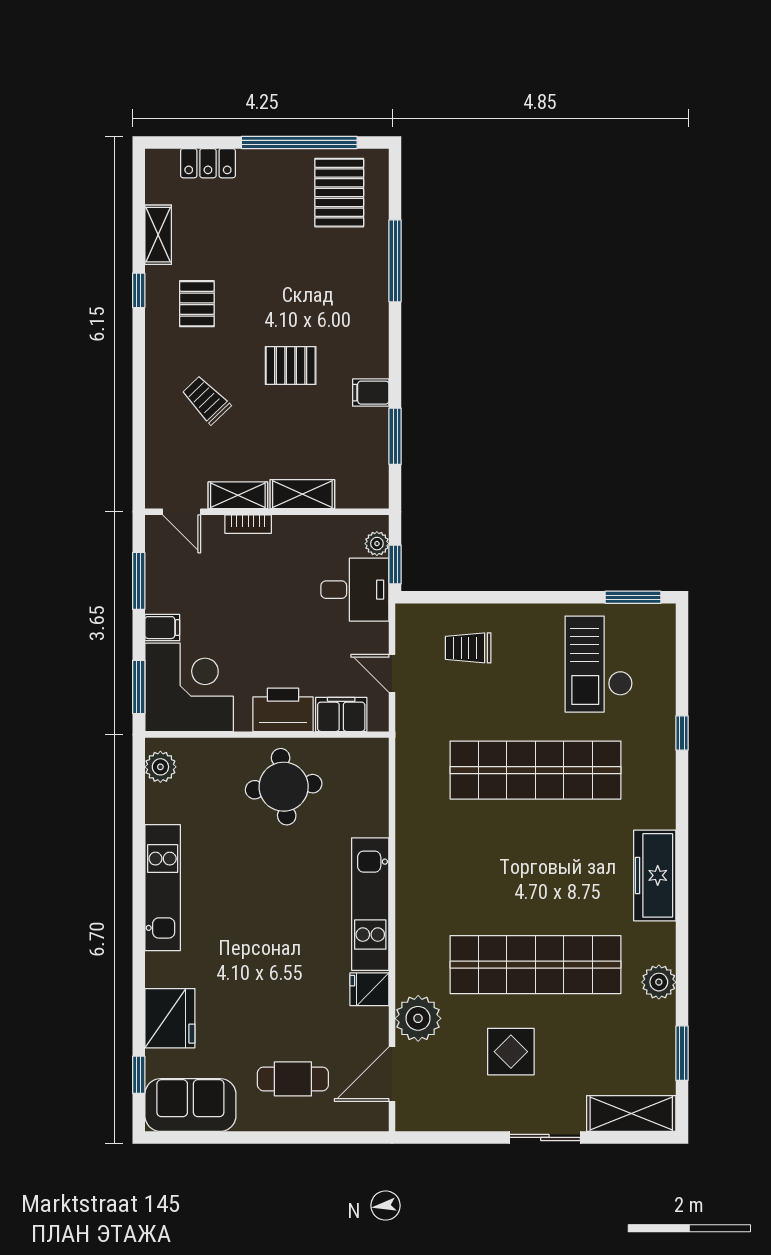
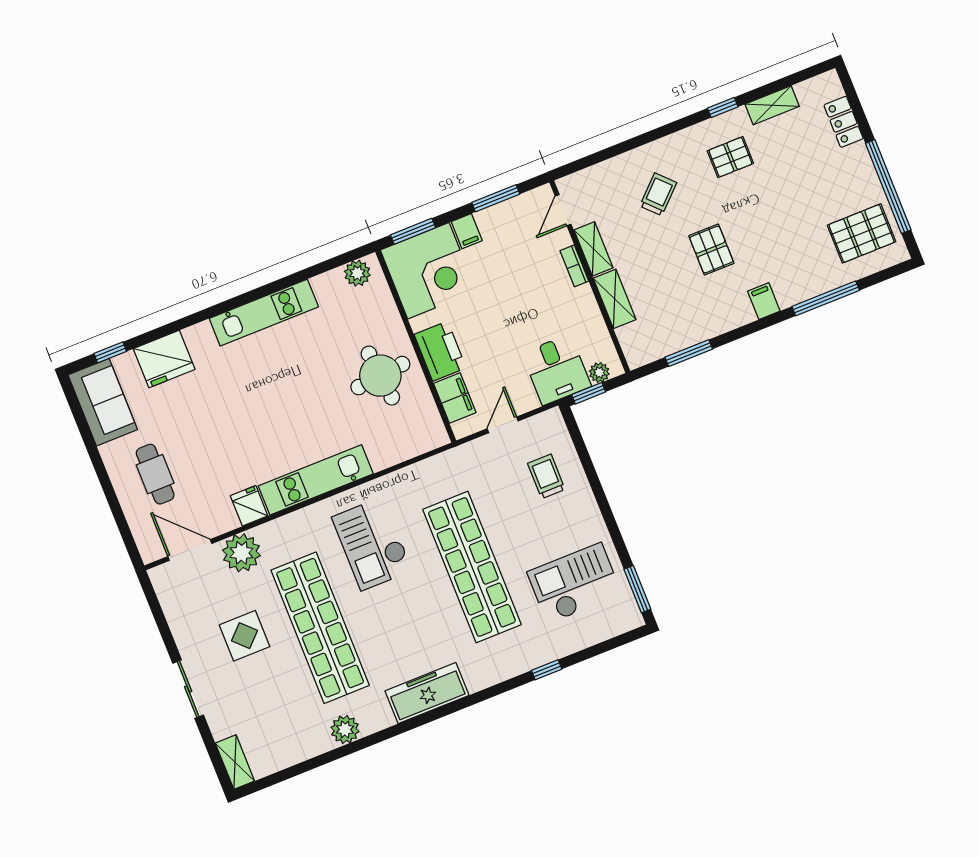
filing cabinet: (371, 393) -> (764, 301), moved
checkout: (466, 870) -> (372, 544), added
window: (682, 1053) -> (297, 770), removed
shelving: (631, 1114) -> (235, 762), width x0.67, depth x0.75

